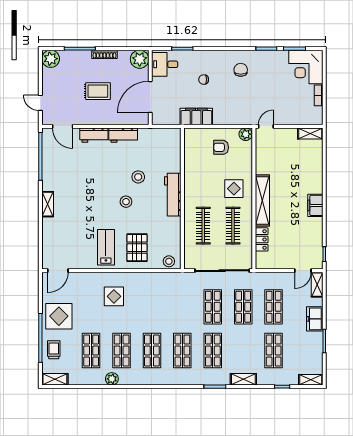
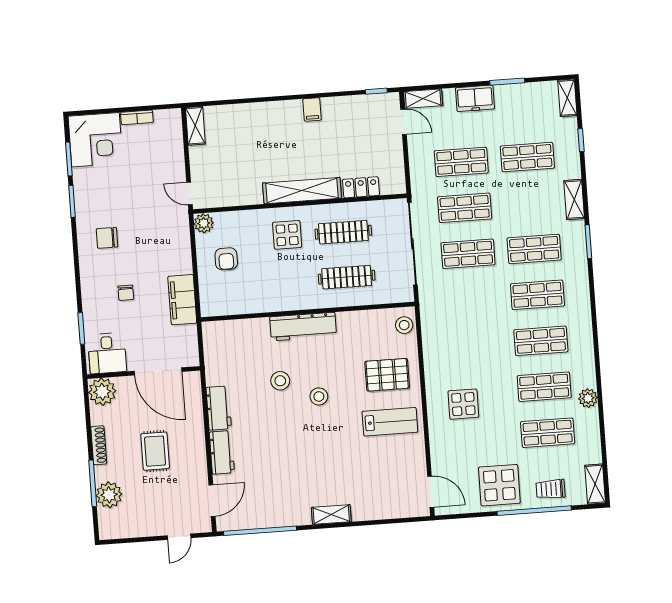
plant: (51, 59) -> (109, 495), moved
filing cabinet: (315, 205) -> (312, 109), width x0.50
lab bench: (106, 247) -> (390, 422), turned 180

